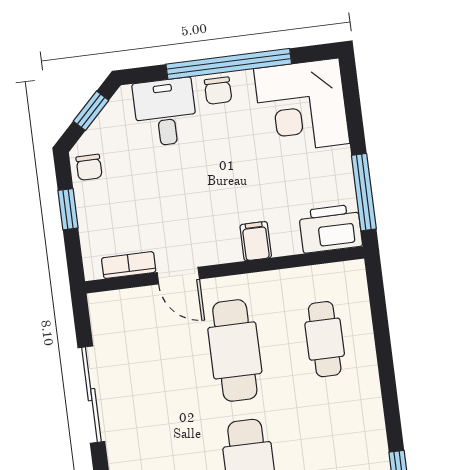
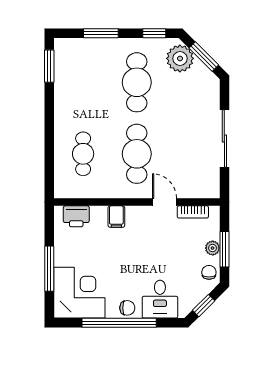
chair: (218, 91) -> (127, 308), turned 90
window: (364, 192) -> (49, 269), moved
window: (68, 209) -> (224, 249), width x1.50
plant: (88, 209) -> (213, 248), added
printer: (330, 229) -> (76, 216), width x0.73, depth x0.84

